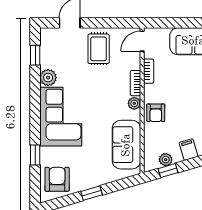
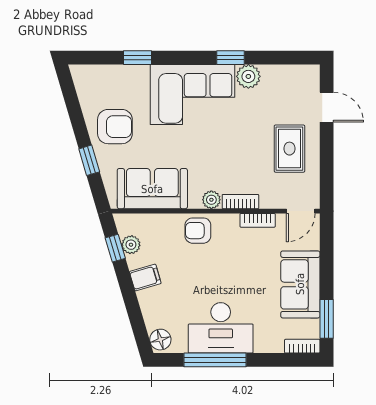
door: (142, 41) -> (301, 211), swing flipped
rug: (99, 49) -> (289, 149), turned 90
window: (35, 55) -> (231, 58), moved
armchair: (57, 179) -> (115, 127), moved
window: (92, 193) -> (89, 160), moved

